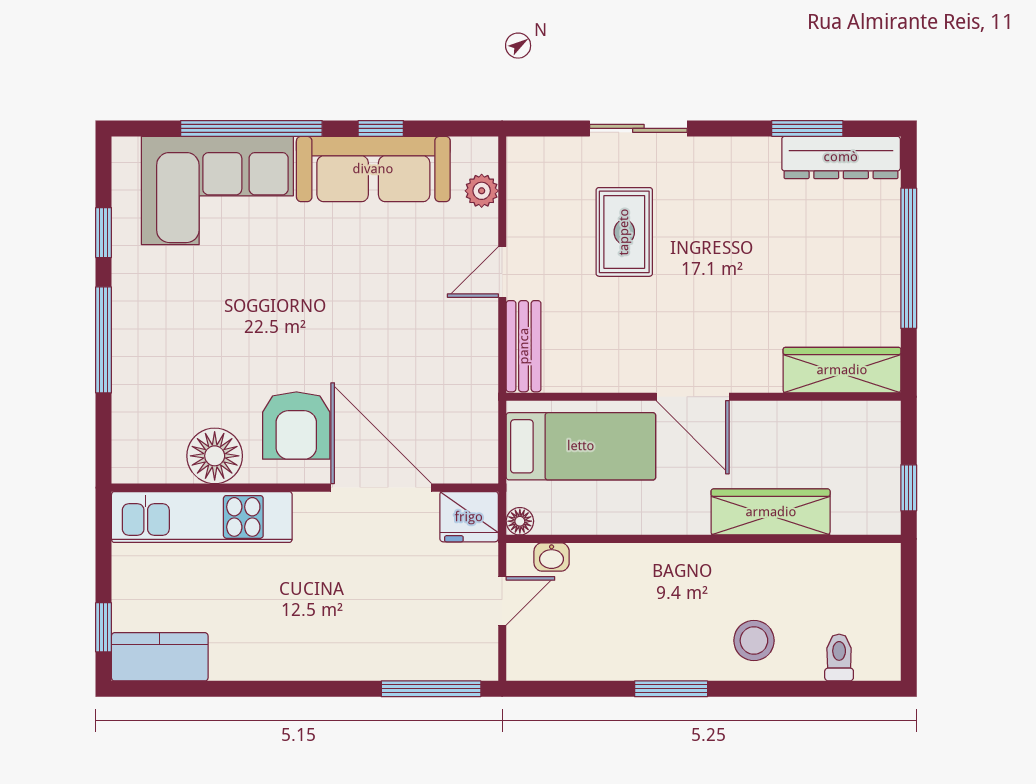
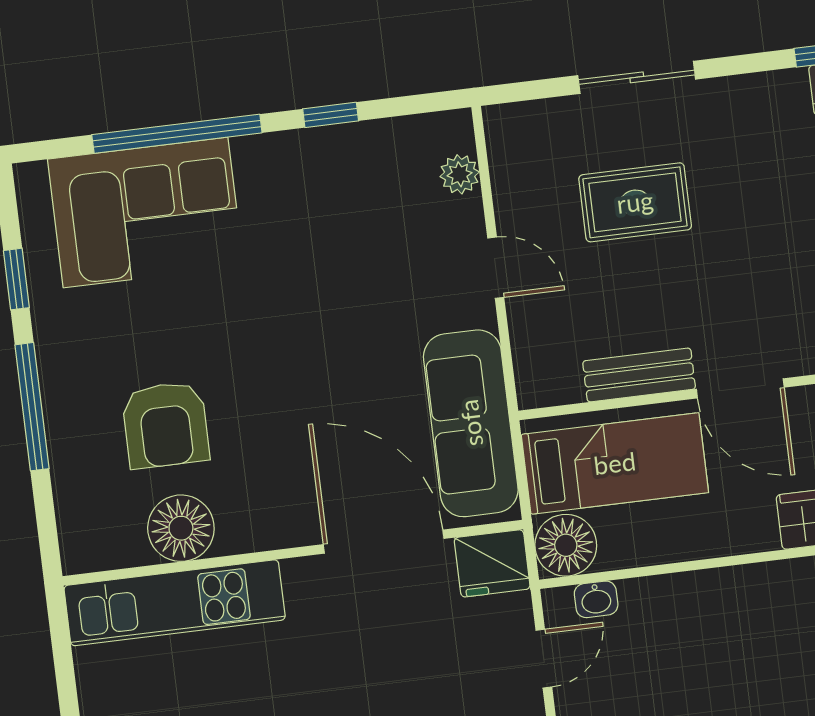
sofa: (373, 169) -> (471, 423), moved, turned 90
rug: (624, 232) -> (635, 202), turned 90
door: (502, 272) -> (496, 268), swing flipped
bench: (524, 346) -> (639, 375), moved, turned 90
armchair: (296, 426) -> (166, 425), moved
floor lamp: (520, 521) -> (566, 545), width x1.89, depth x1.89

